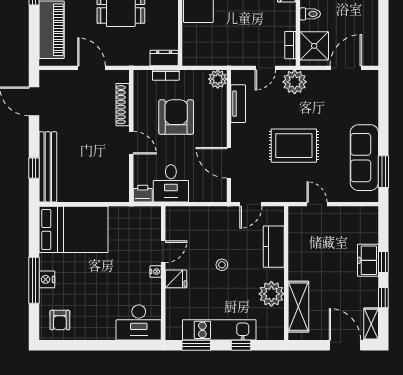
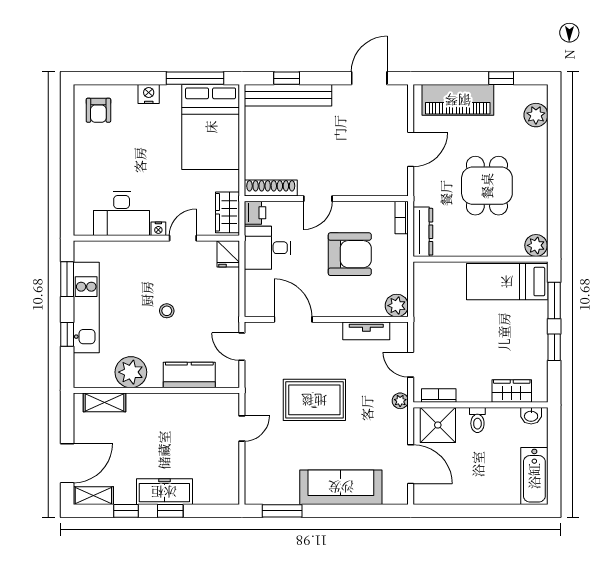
dresser: (164, 58) -> (423, 232), width x1.44
bookcase: (166, 75) -> (402, 217), moved
plant: (295, 82) -> (400, 401), width x0.53, depth x0.53
shoe rack: (123, 105) -> (271, 188), moved
rug: (294, 146) -> (314, 400), turned 90
sofa: (364, 158) -> (341, 487), moved
door: (229, 163) -> (293, 319), hinge flipped
wardrobe: (142, 216) -> (227, 212), added
door: (163, 252) -> (183, 238), swing flipped
freezer: (368, 260) -> (164, 492), width x1.40
fridge: (176, 279) -> (228, 254), moved
window: (34, 280) -> (195, 78), moved
shelving: (298, 307) -> (104, 402), width x0.67, depth x0.75
armchair: (60, 320) -> (98, 110), turned -90
desk: (139, 323) -> (122, 214), moved, turned -90

